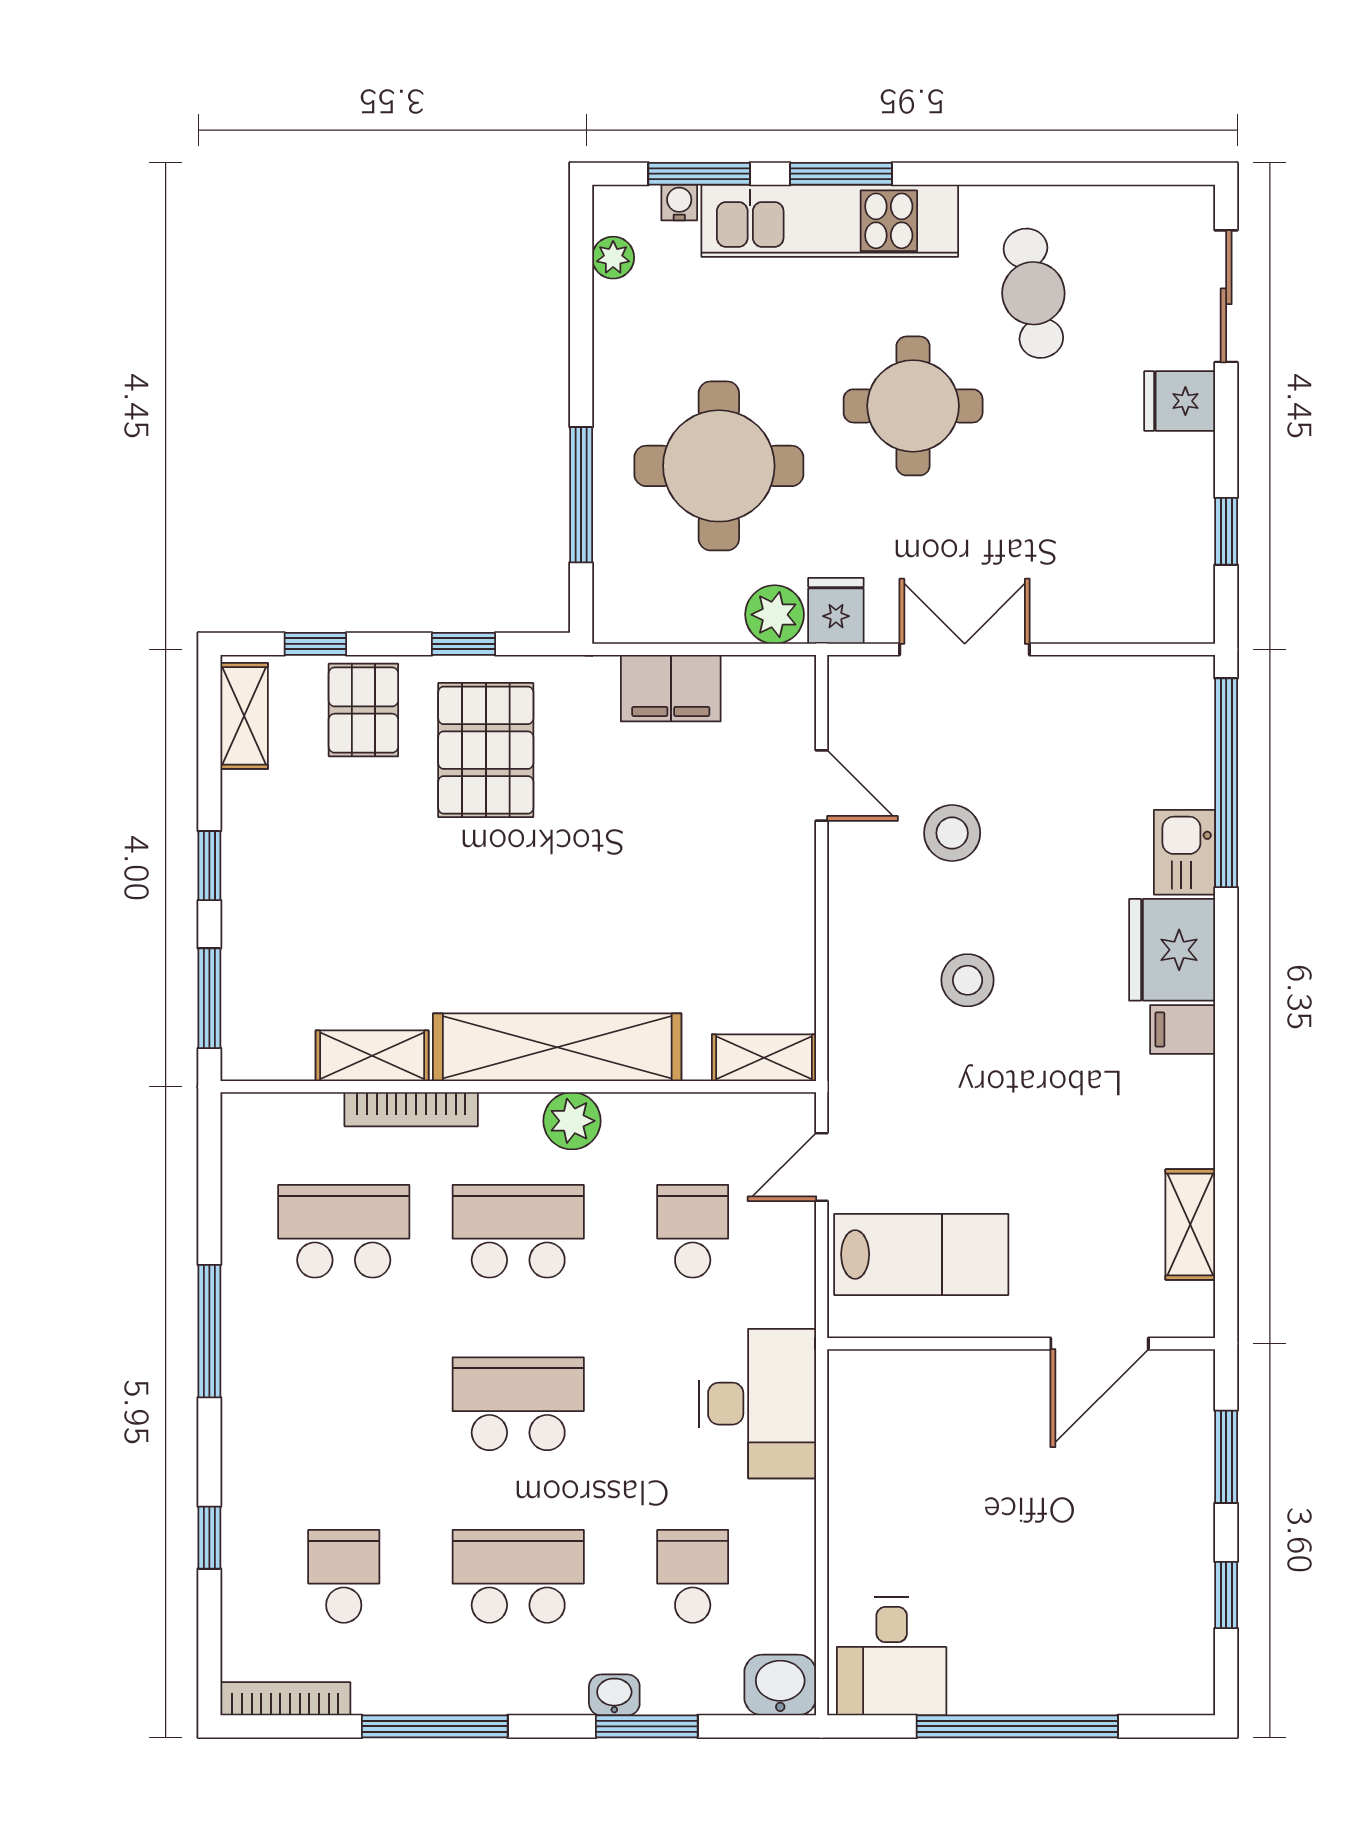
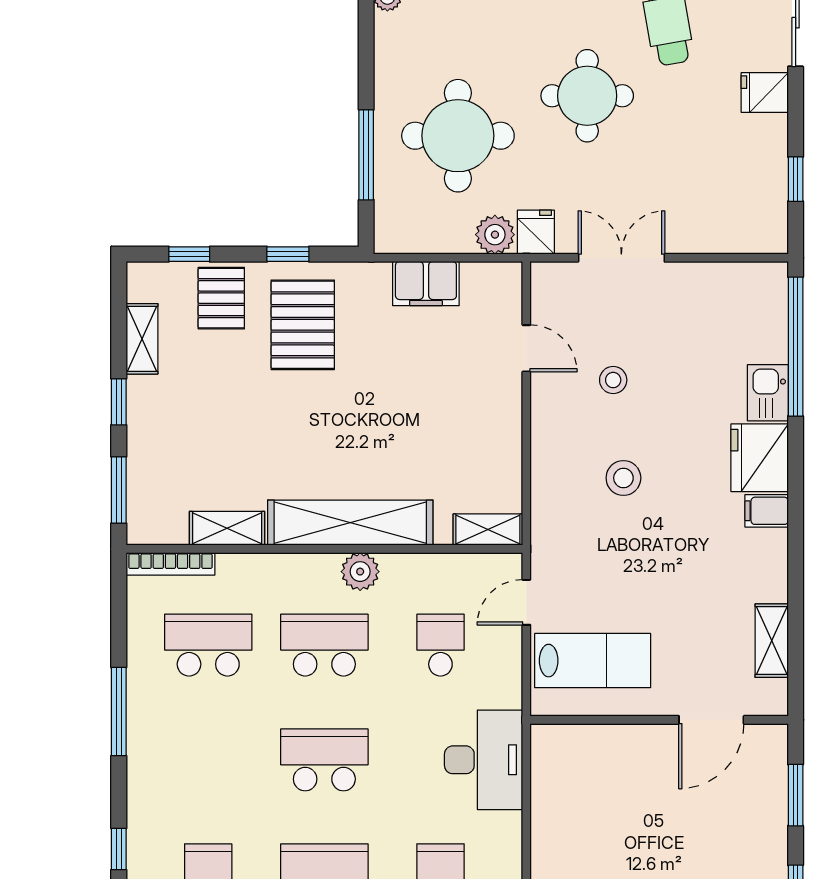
shelving: (244, 716) -> (142, 339), moved
stool: (952, 833) -> (613, 380), width x0.73, depth x0.73
bookcase: (411, 1109) -> (170, 564), moved

